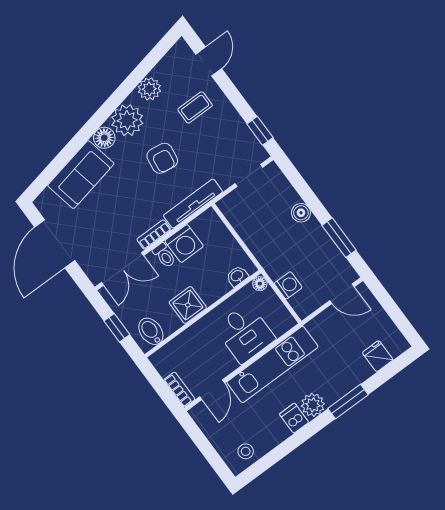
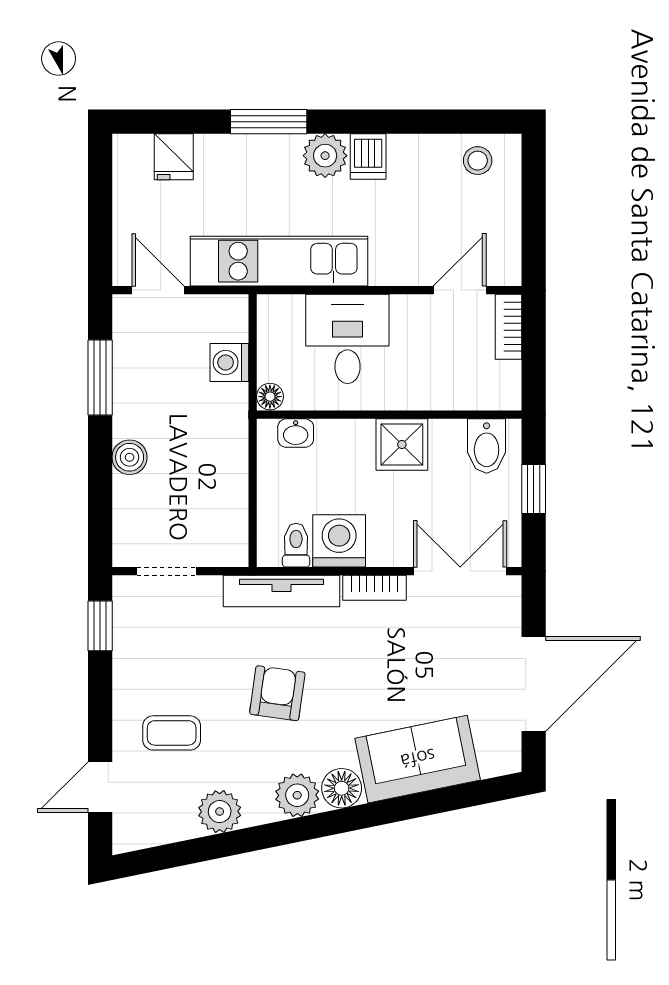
plant: (127, 120) -> (297, 795), width x0.73, depth x0.73
toilet: (164, 255) -> (296, 545), moved
kitchen unit: (272, 364) -> (279, 261), moved

